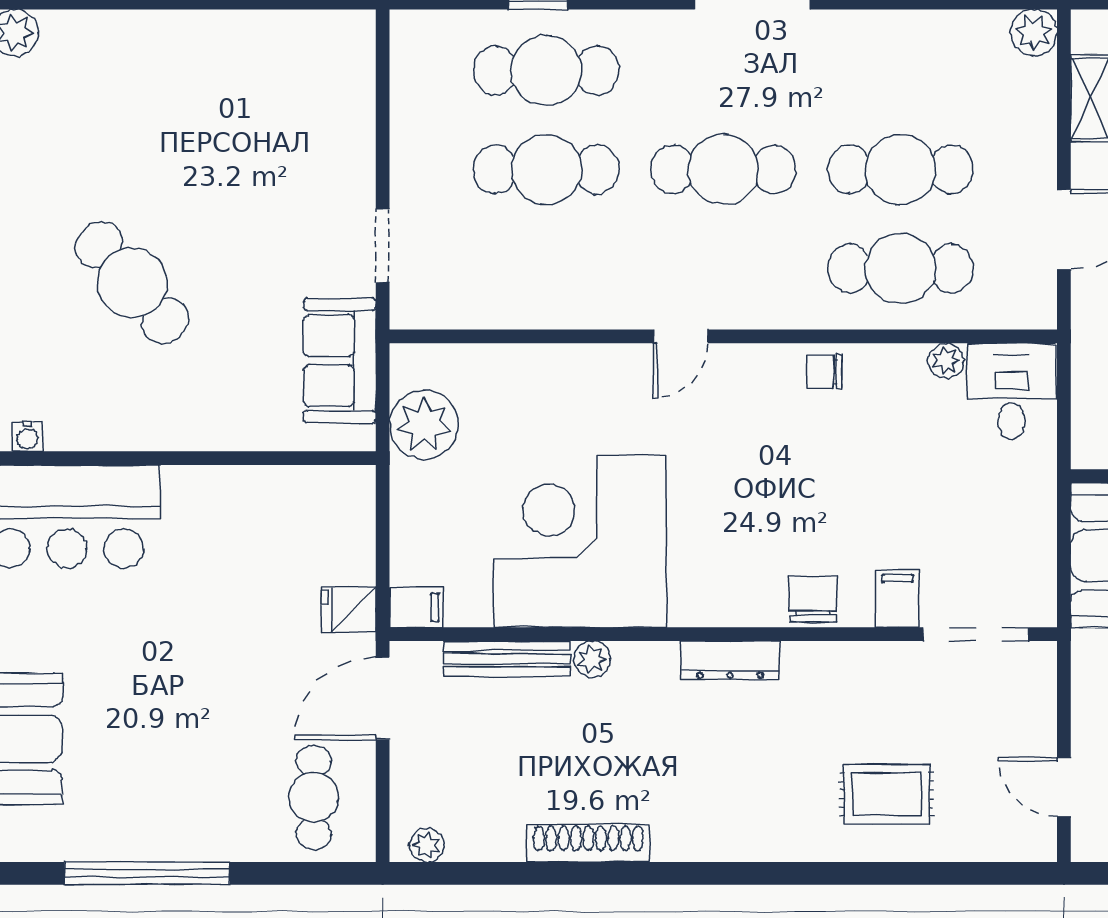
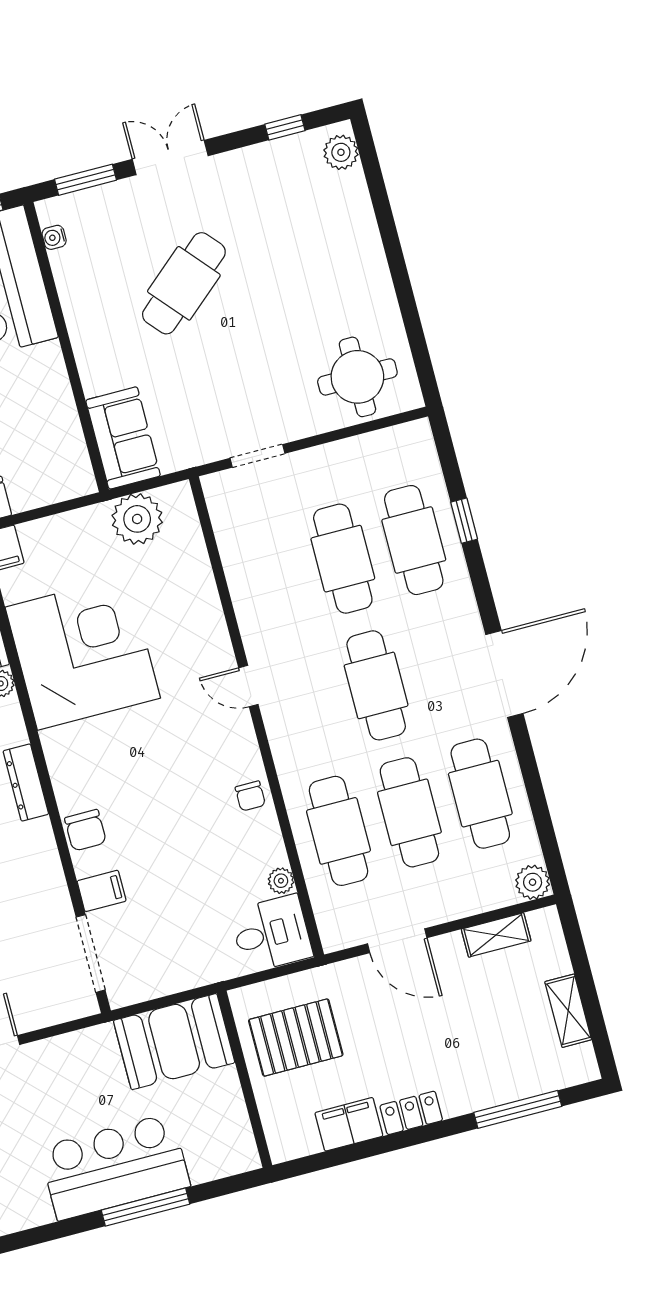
cafe table: (900, 70) -> (480, 794), added
round table: (314, 88) -> (357, 377), added
sofa: (340, 361) -> (123, 438), moved, turned 90
chair: (825, 372) -> (250, 796), turned 180
chair: (813, 599) -> (85, 830), turned 90

